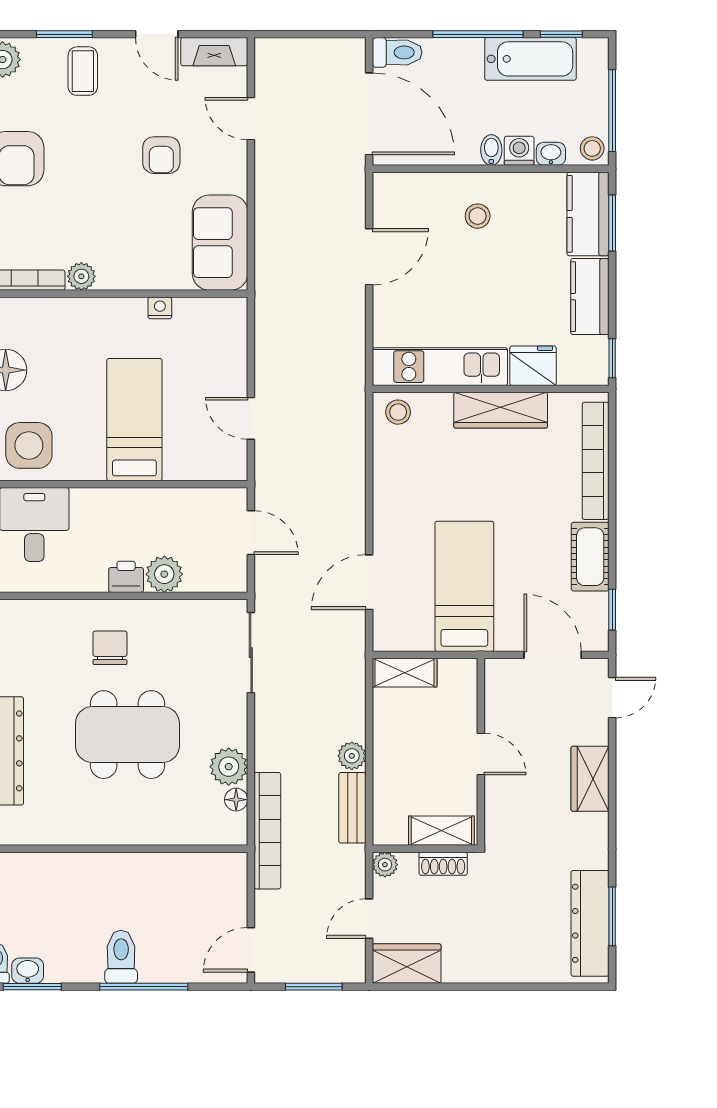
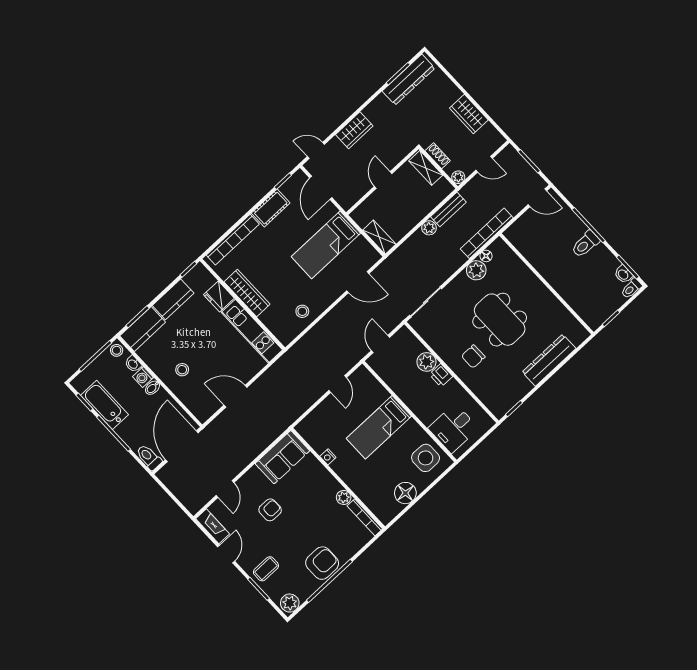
stool: (398, 412) -> (302, 311), moved
wardrobe: (407, 964) -> (469, 114), moved

